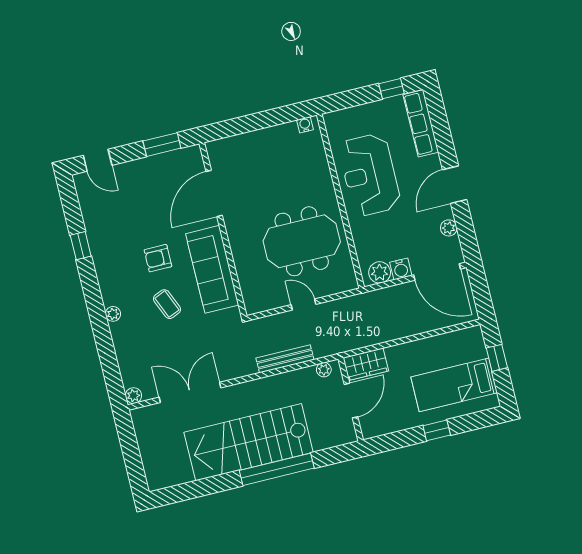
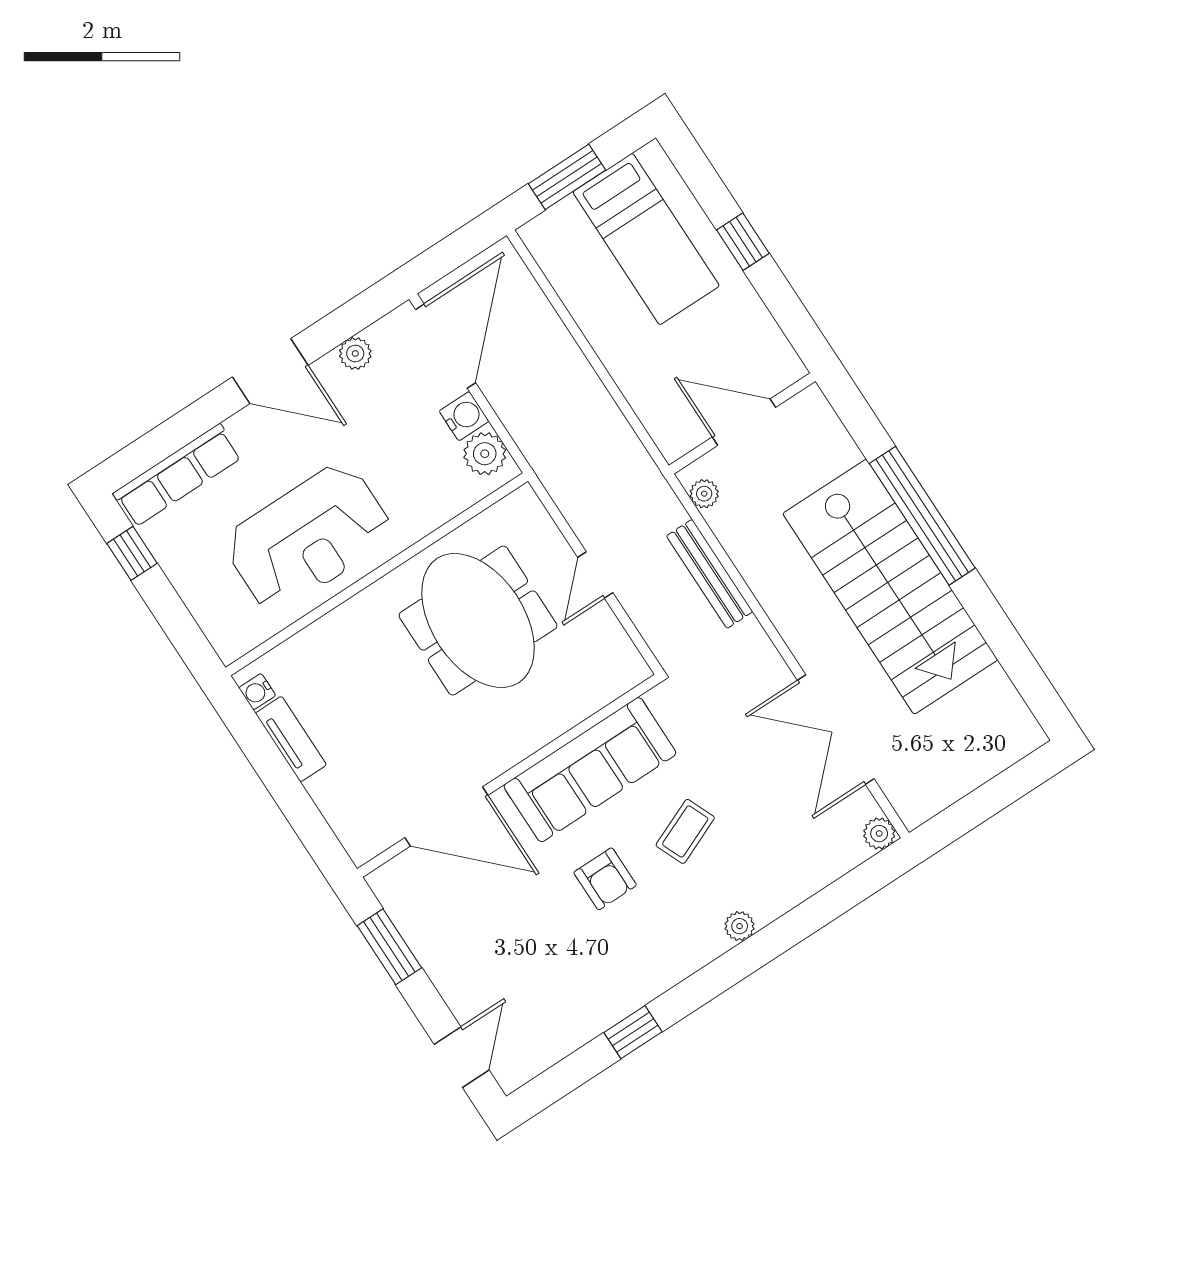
tv unit: (277, 133) -> (291, 739), added
window: (497, 358) -> (567, 177), width x1.50
wardrobe: (366, 364) -> (666, 419), removed

